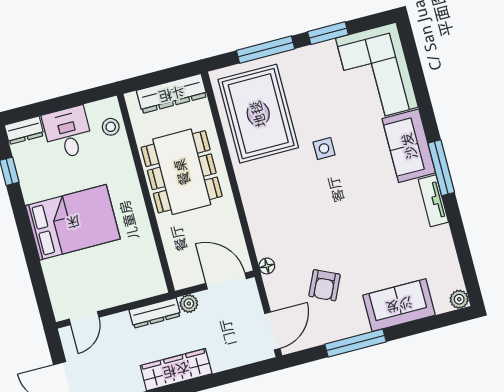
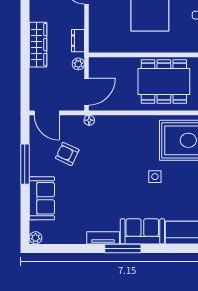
dresser: (155, 313) -> (78, 41), width x0.70

